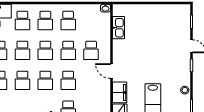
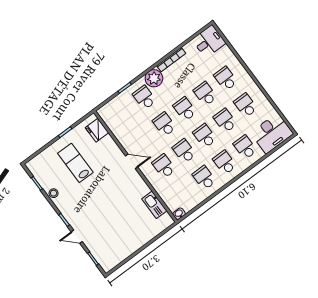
filing cabinet: (120, 92) -> (110, 148), removed

